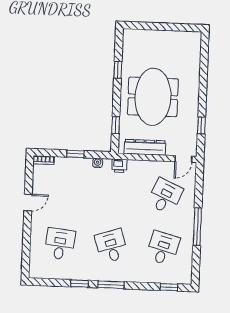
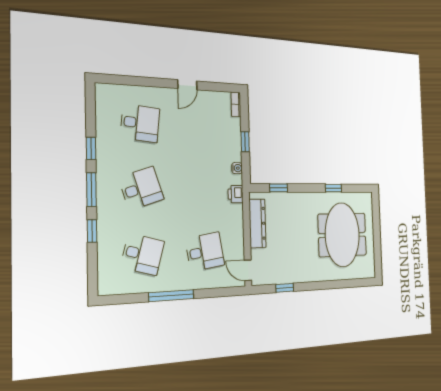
meeting table: (153, 97) -> (342, 235), moved, turned 90
desk: (165, 196) -> (205, 252), turned -33
door: (28, 203) -> (187, 85), hinge flipped
window: (169, 287) -> (92, 231), moved

